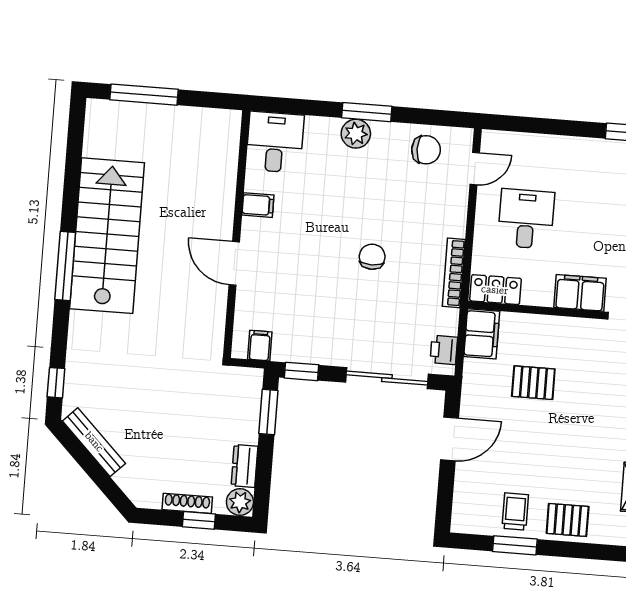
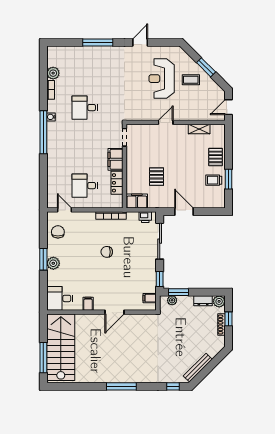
stairs: (107, 236) -> (61, 347), moved, turned 90
locker: (495, 290) -> (117, 183), moved
plant: (251, 396) -> (172, 300), added

